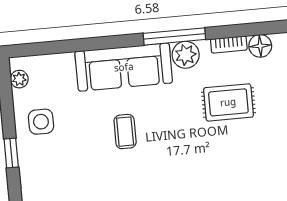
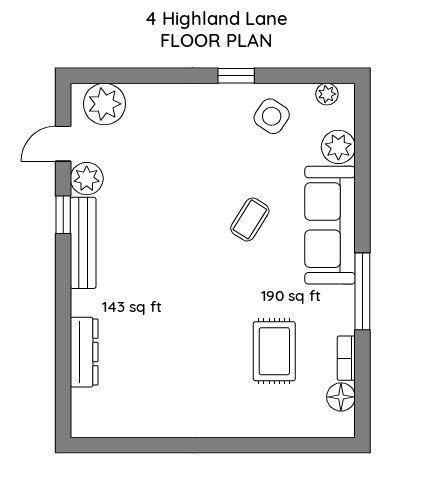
plant: (186, 55) -> (338, 147), moved
side table: (41, 122) -> (272, 116), turned 34
coffee table: (125, 132) -> (250, 219), turned -58

